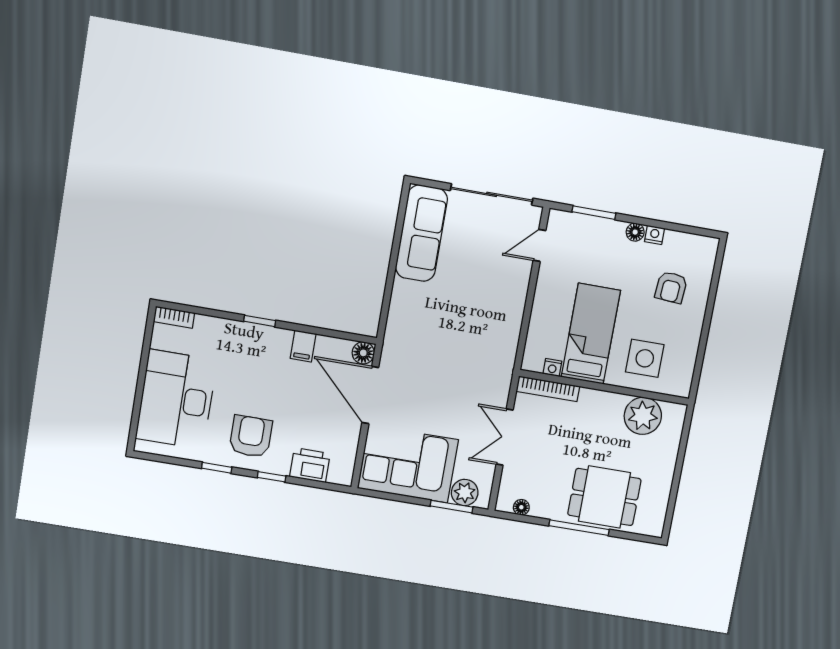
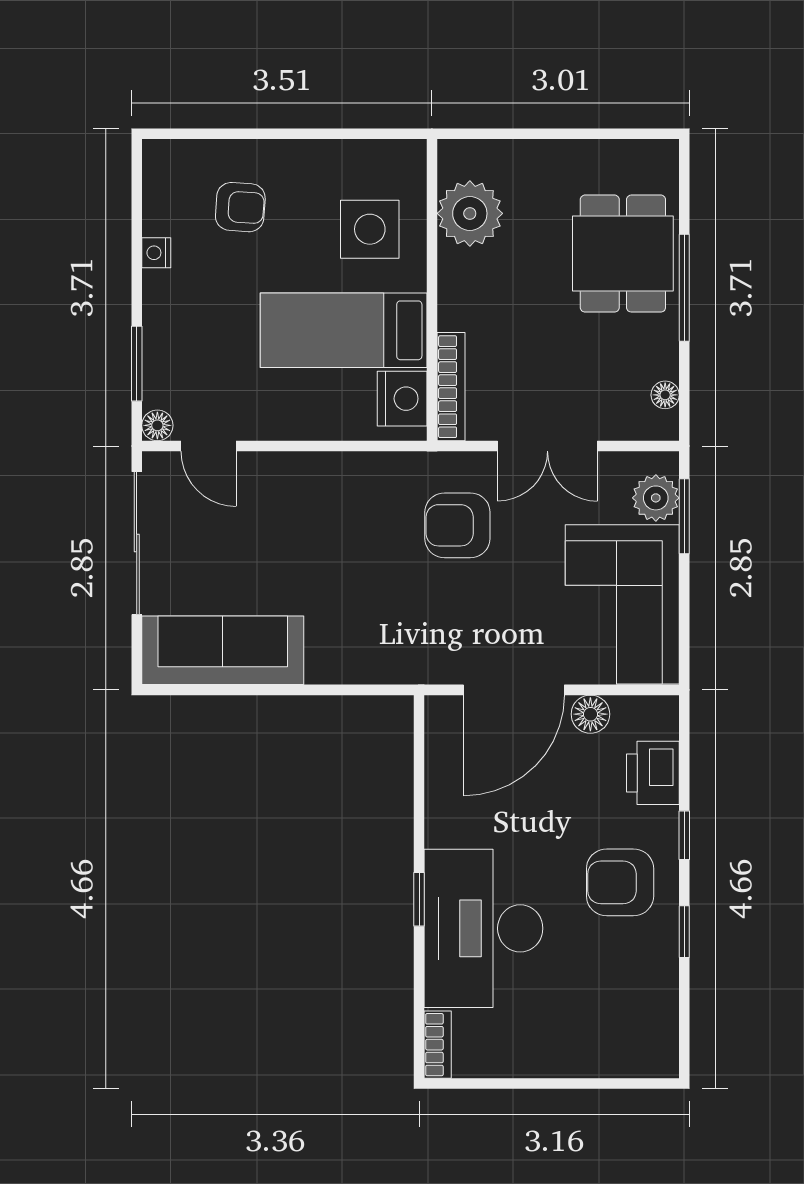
floor lamp: (635, 232) -> (157, 425), moved
filing cabinet: (303, 346) -> (449, 819), removed
floor lamp: (363, 353) -> (590, 714), moved
nightstand: (552, 368) -> (402, 399), width x1.89, depth x1.79
armchair: (469, 379) -> (457, 525), added
desk: (176, 399) -> (483, 928), moved, turned 90

